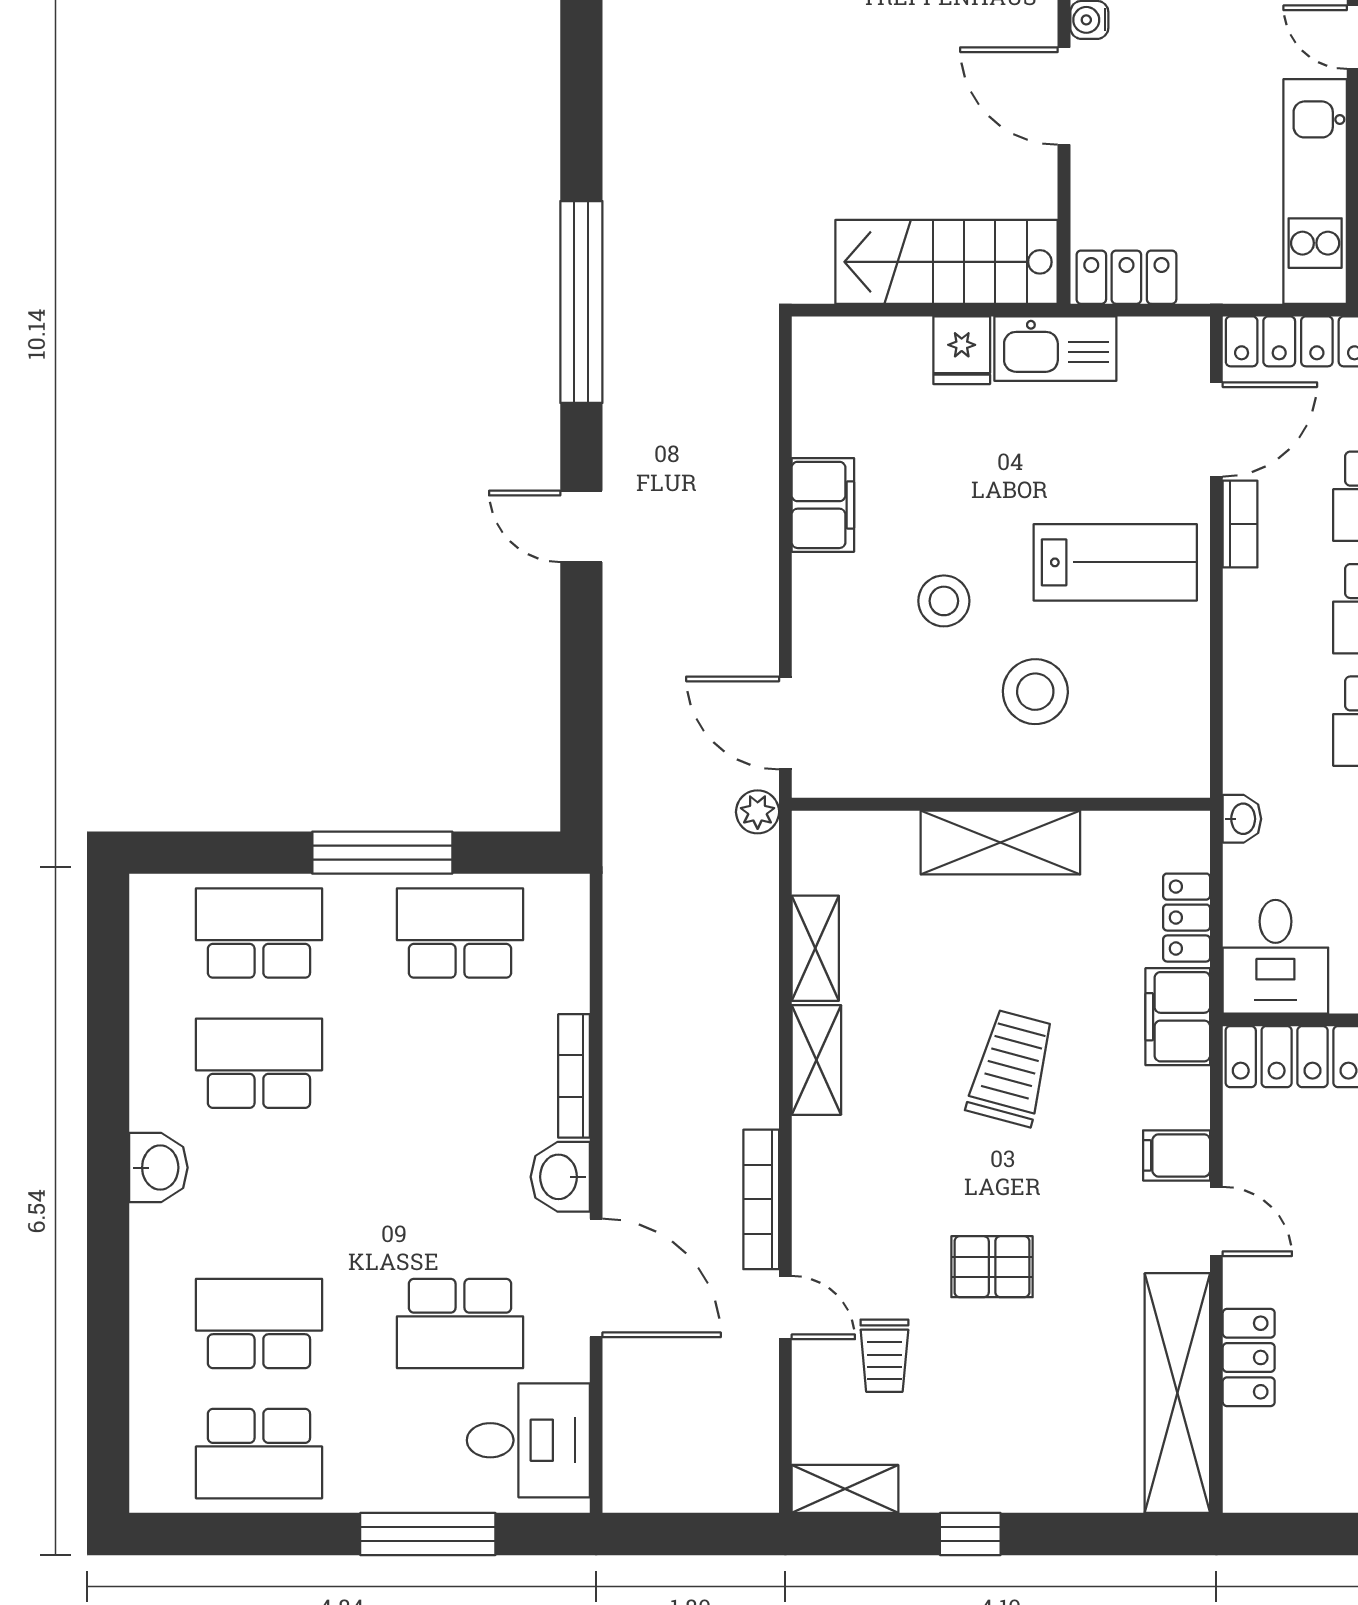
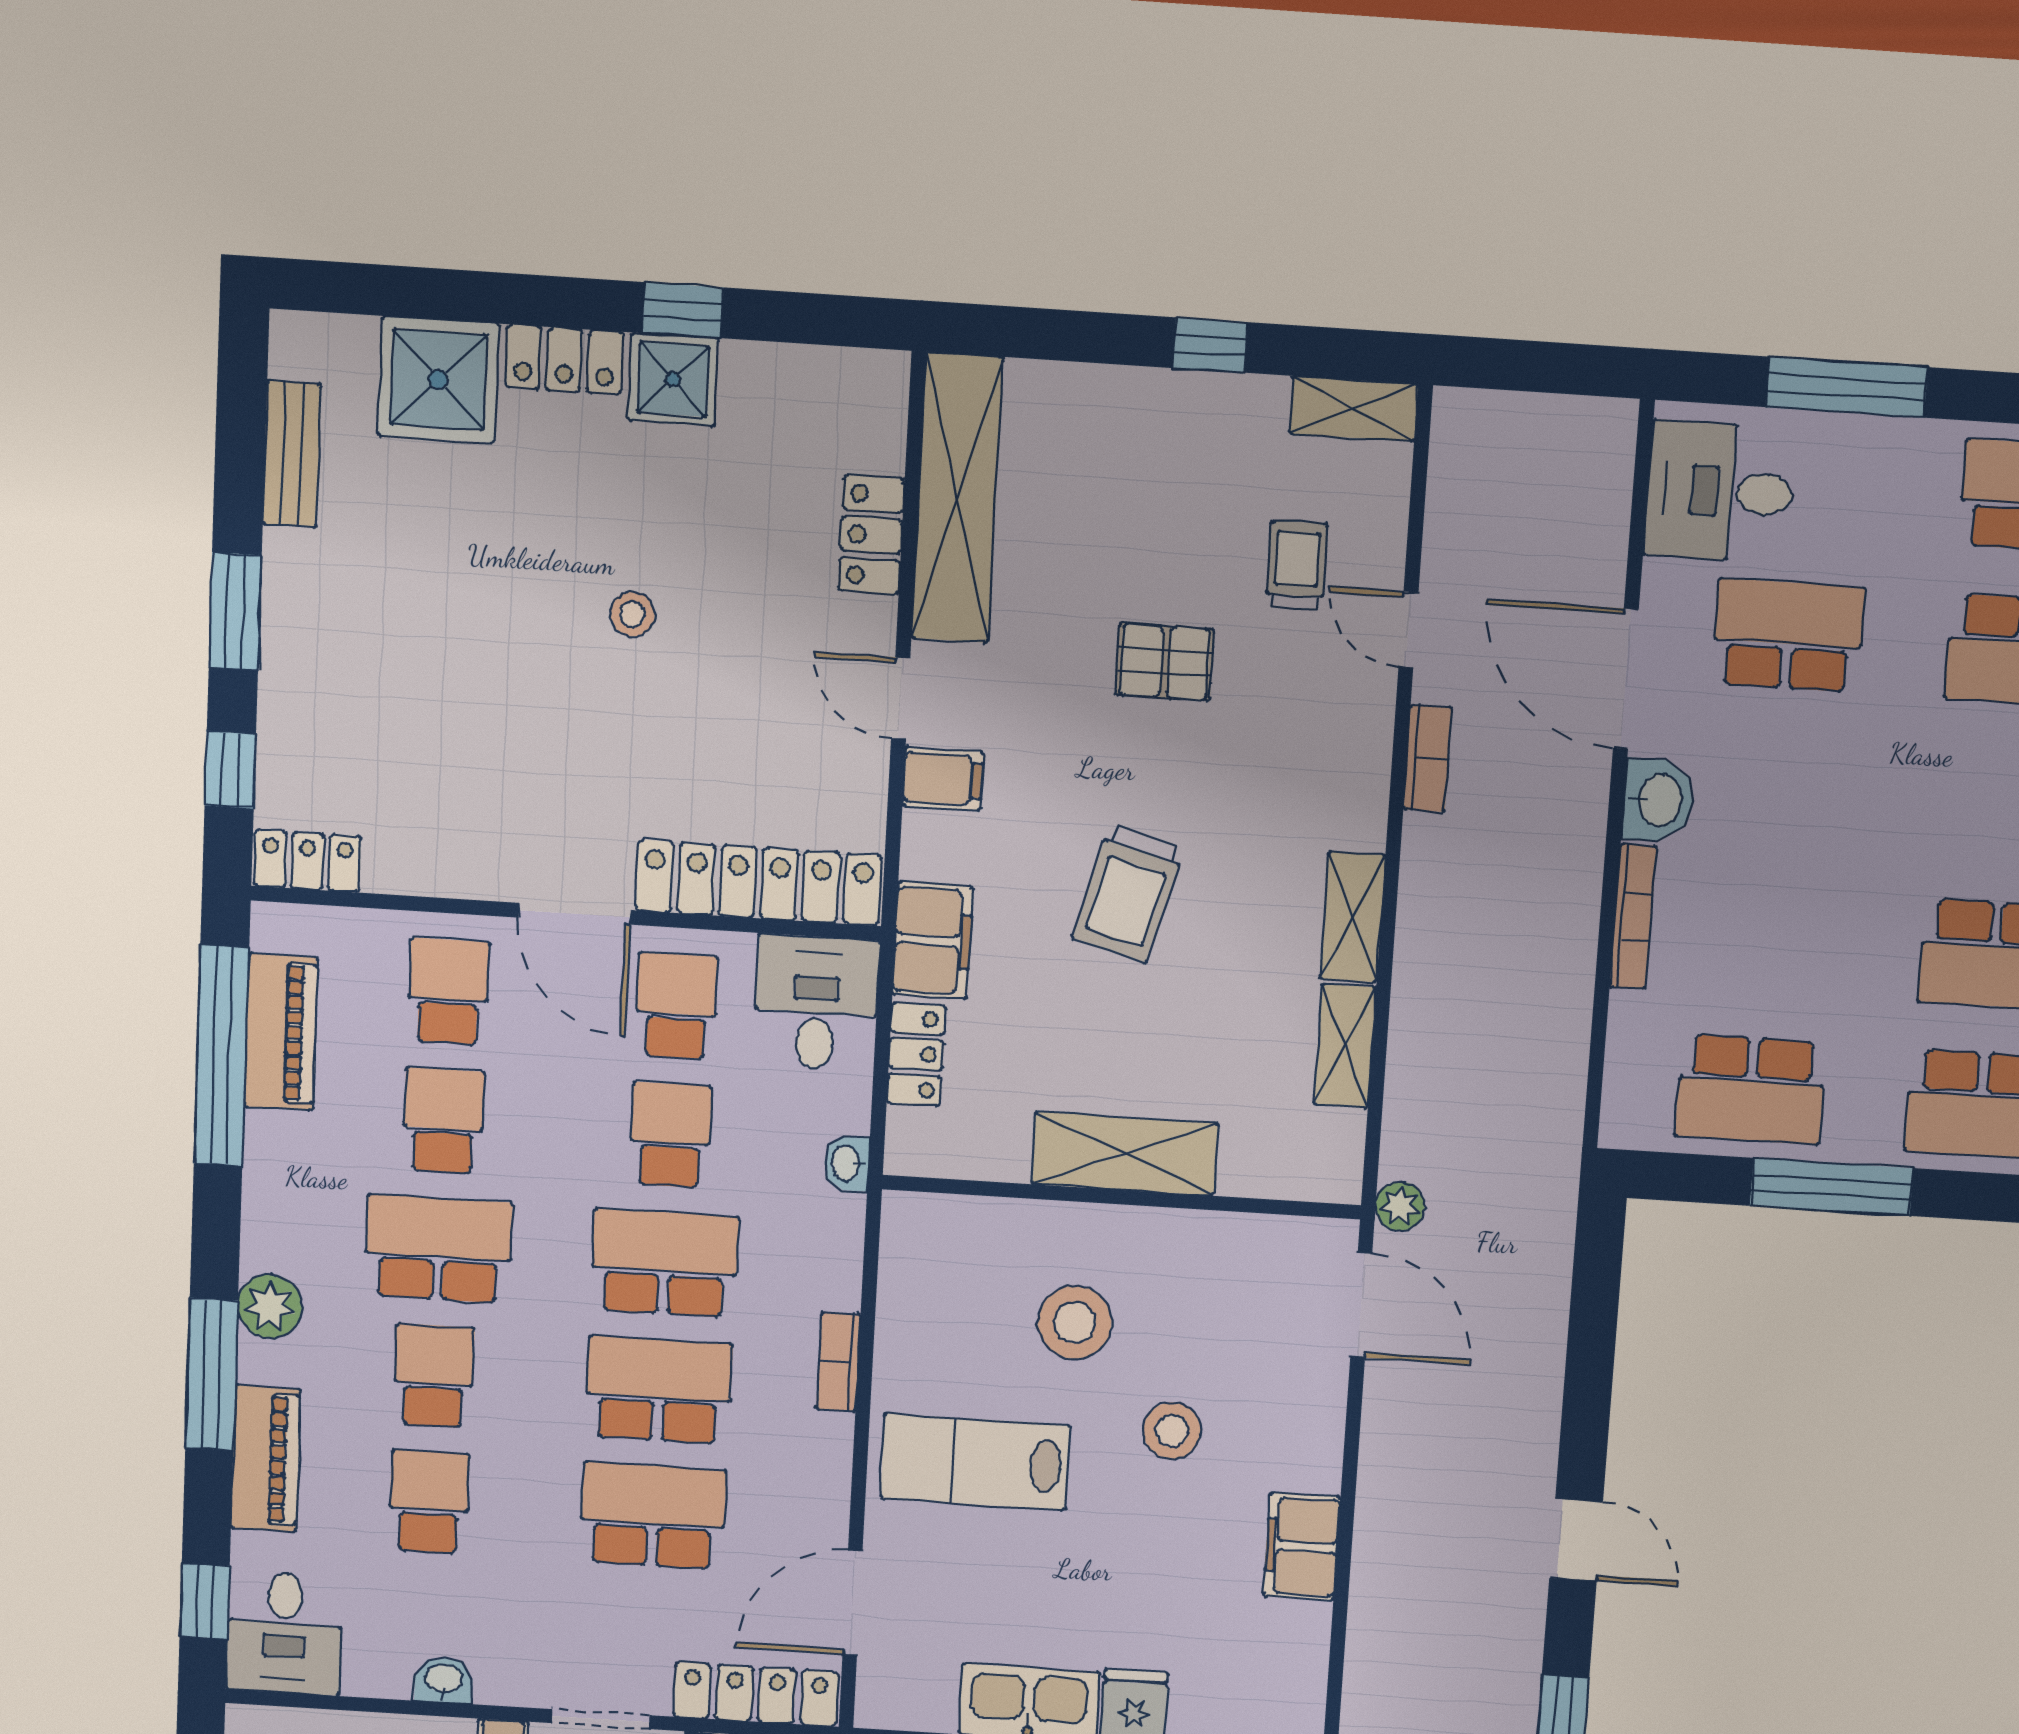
bookcase: (1240, 524) -> (838, 1362), moved
bookcase: (761, 1199) -> (1428, 759), width x0.64

